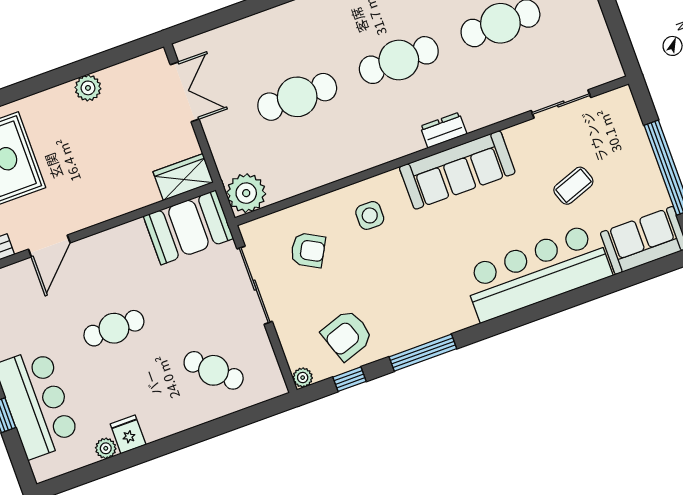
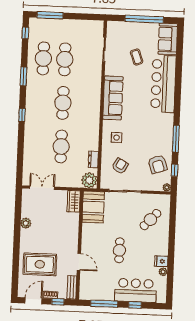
dresser: (444, 130) -> (93, 159), moved

